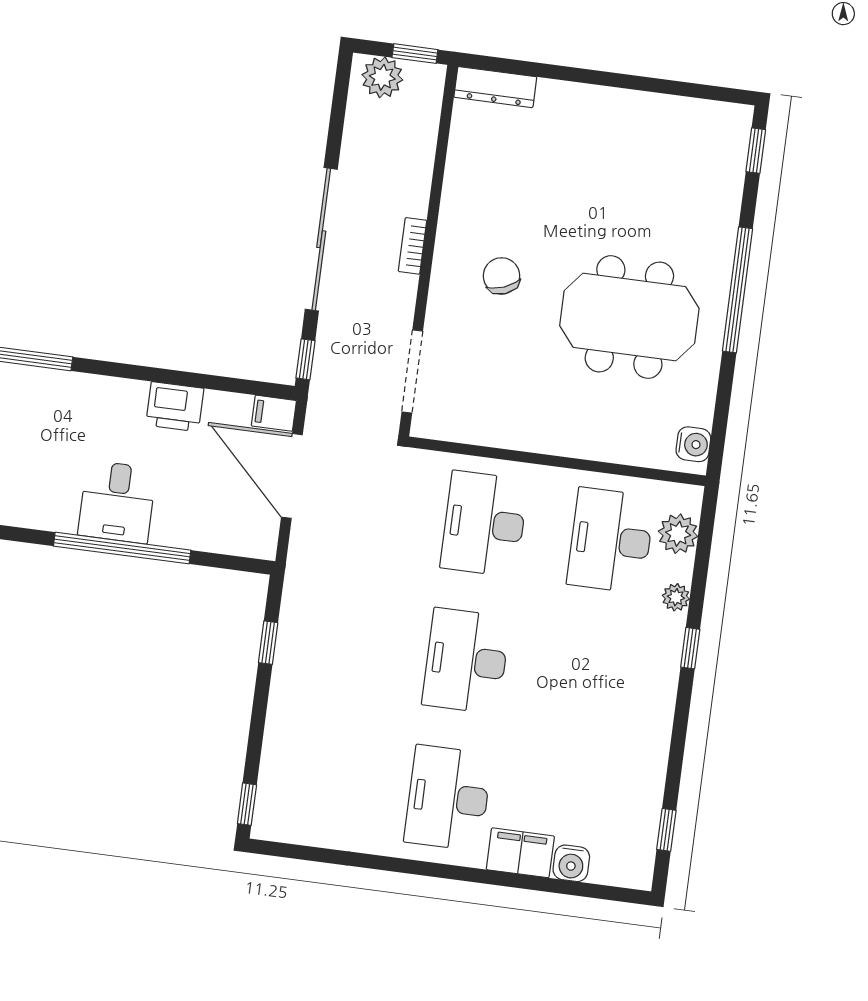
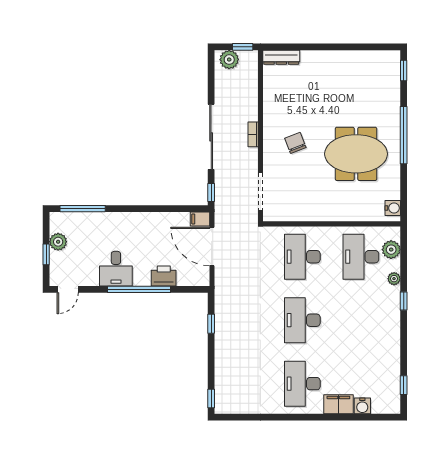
printer: (175, 407) -> (164, 276), moved, turned 180
desk: (117, 502) -> (116, 269), moved

